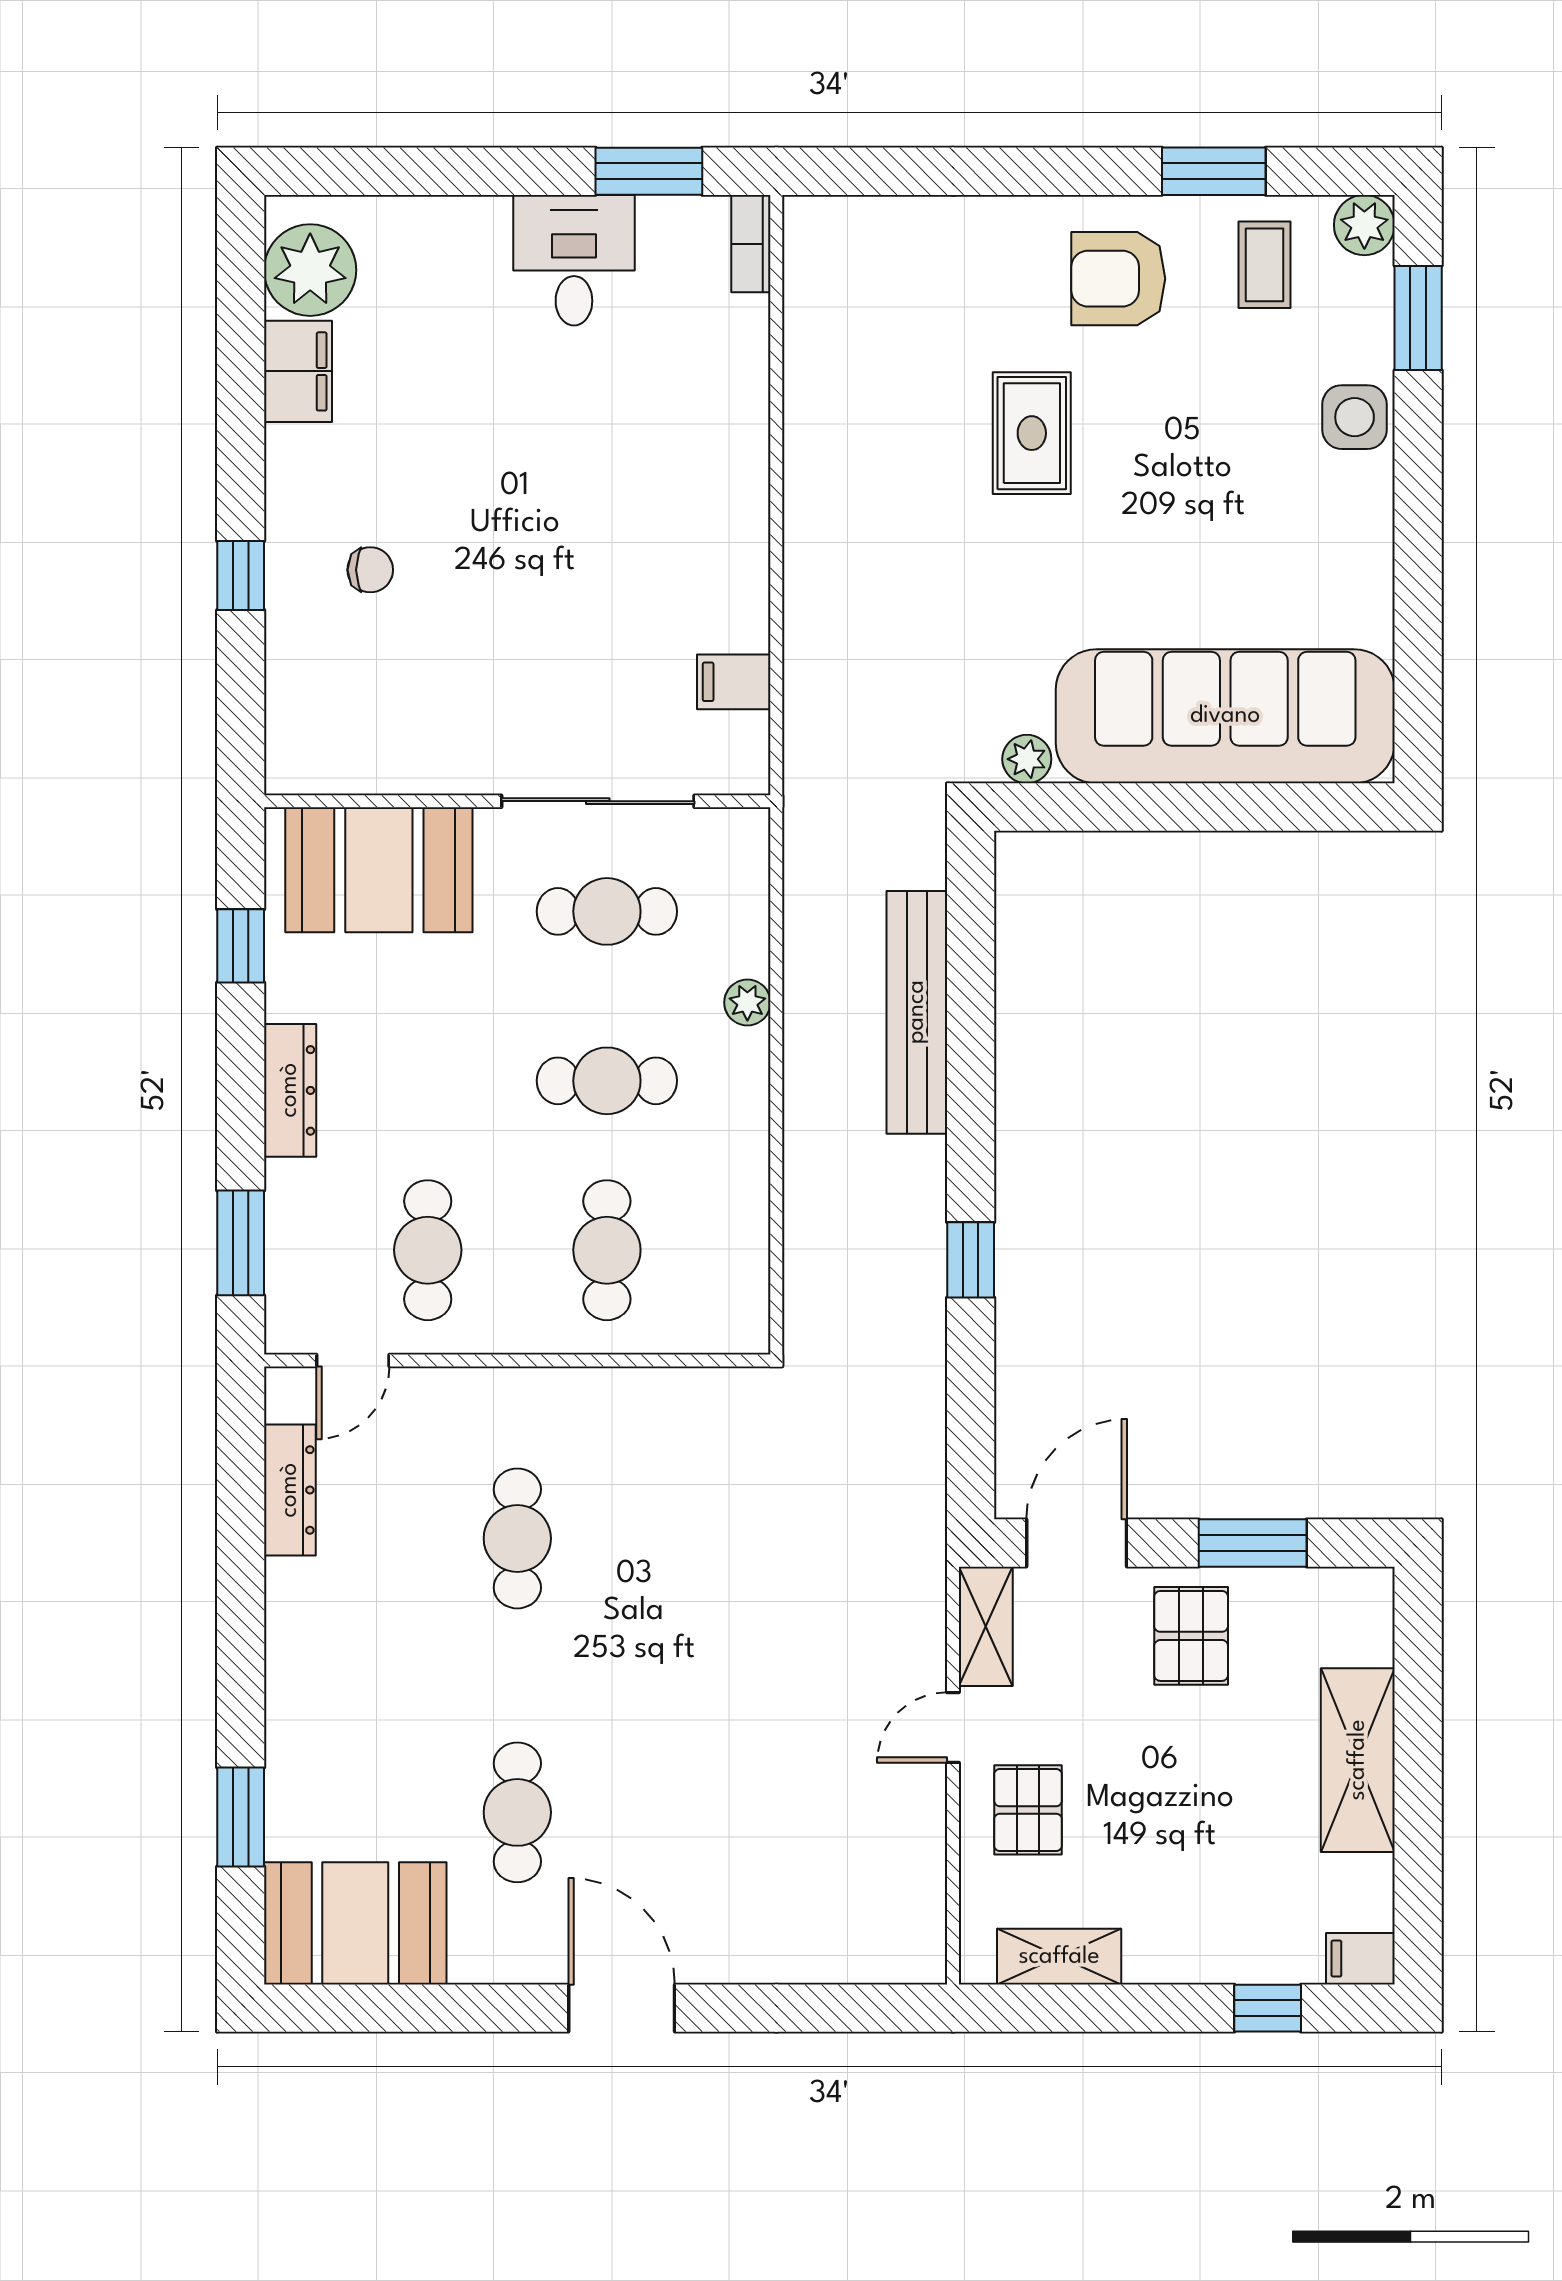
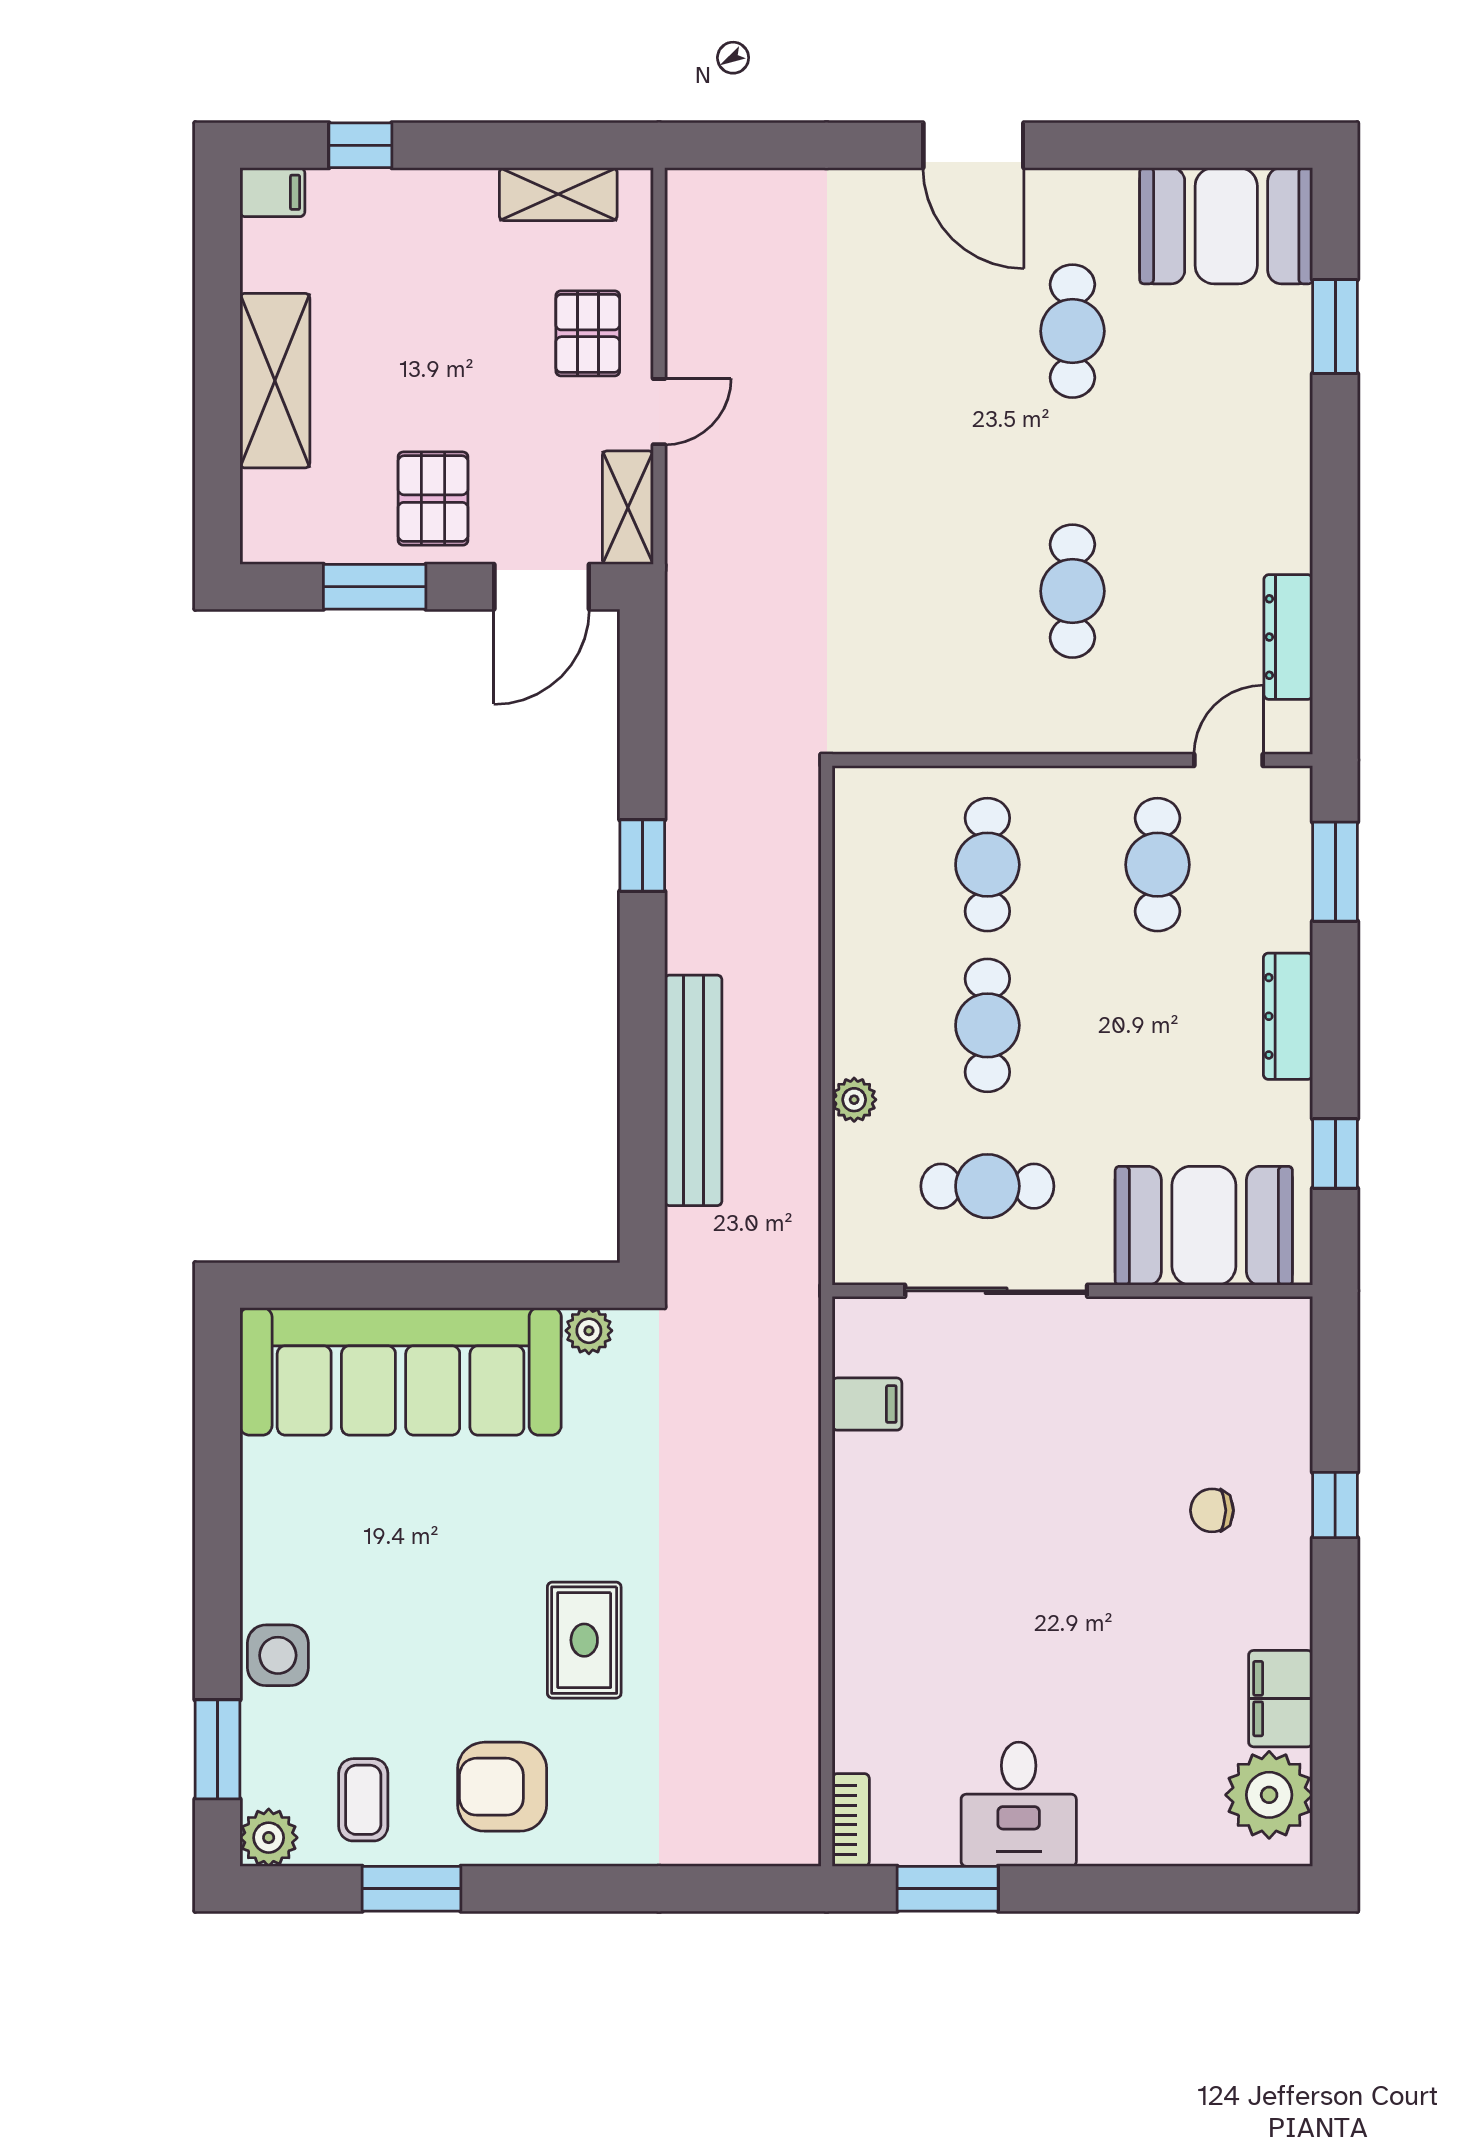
armchair: (1118, 279) -> (502, 1787), turned 180
cafe table: (607, 1081) -> (987, 1025), turned 90

